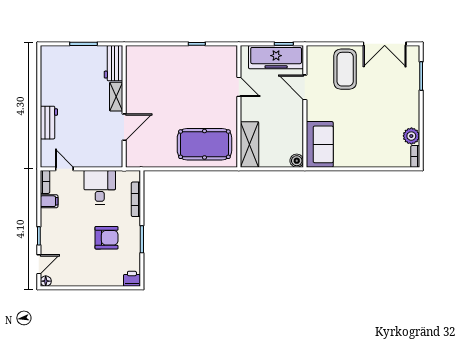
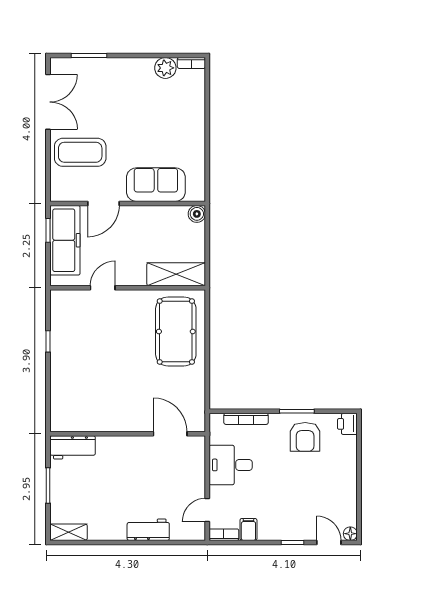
shelving: (116, 97) -> (69, 532), moved
door: (124, 127) -> (170, 434), moved
sofa: (320, 144) -> (156, 185), moved
armchair: (107, 238) -> (305, 437), moved, turned 180

